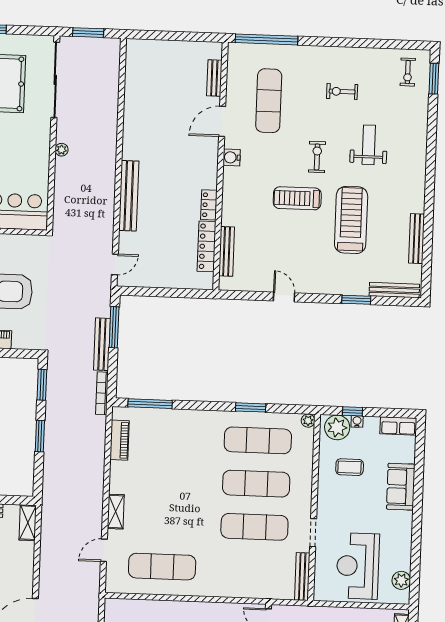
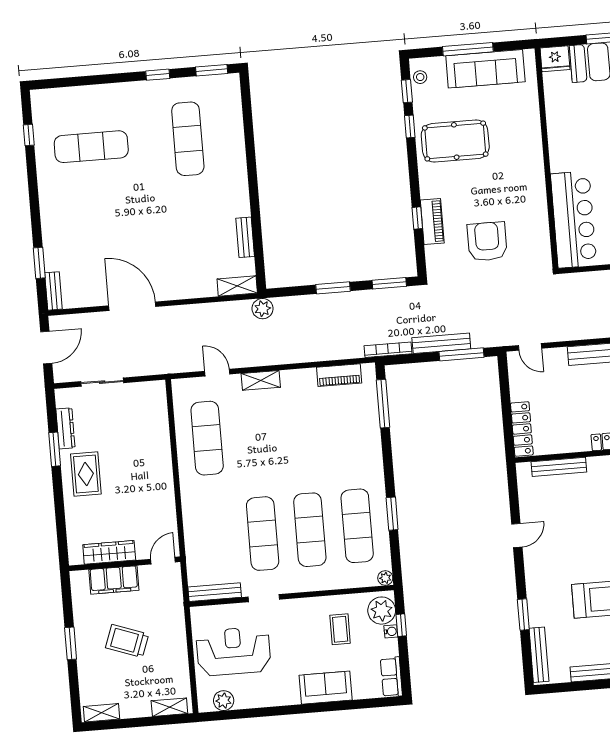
locker: (206, 246) -> (522, 429), moved, turned 90
plant: (51, 502) -> (263, 309), added

